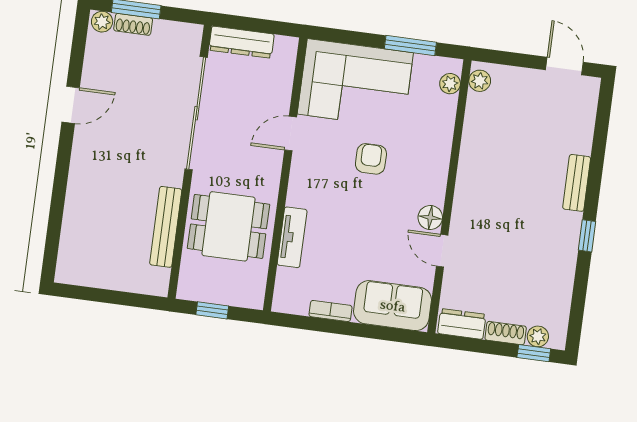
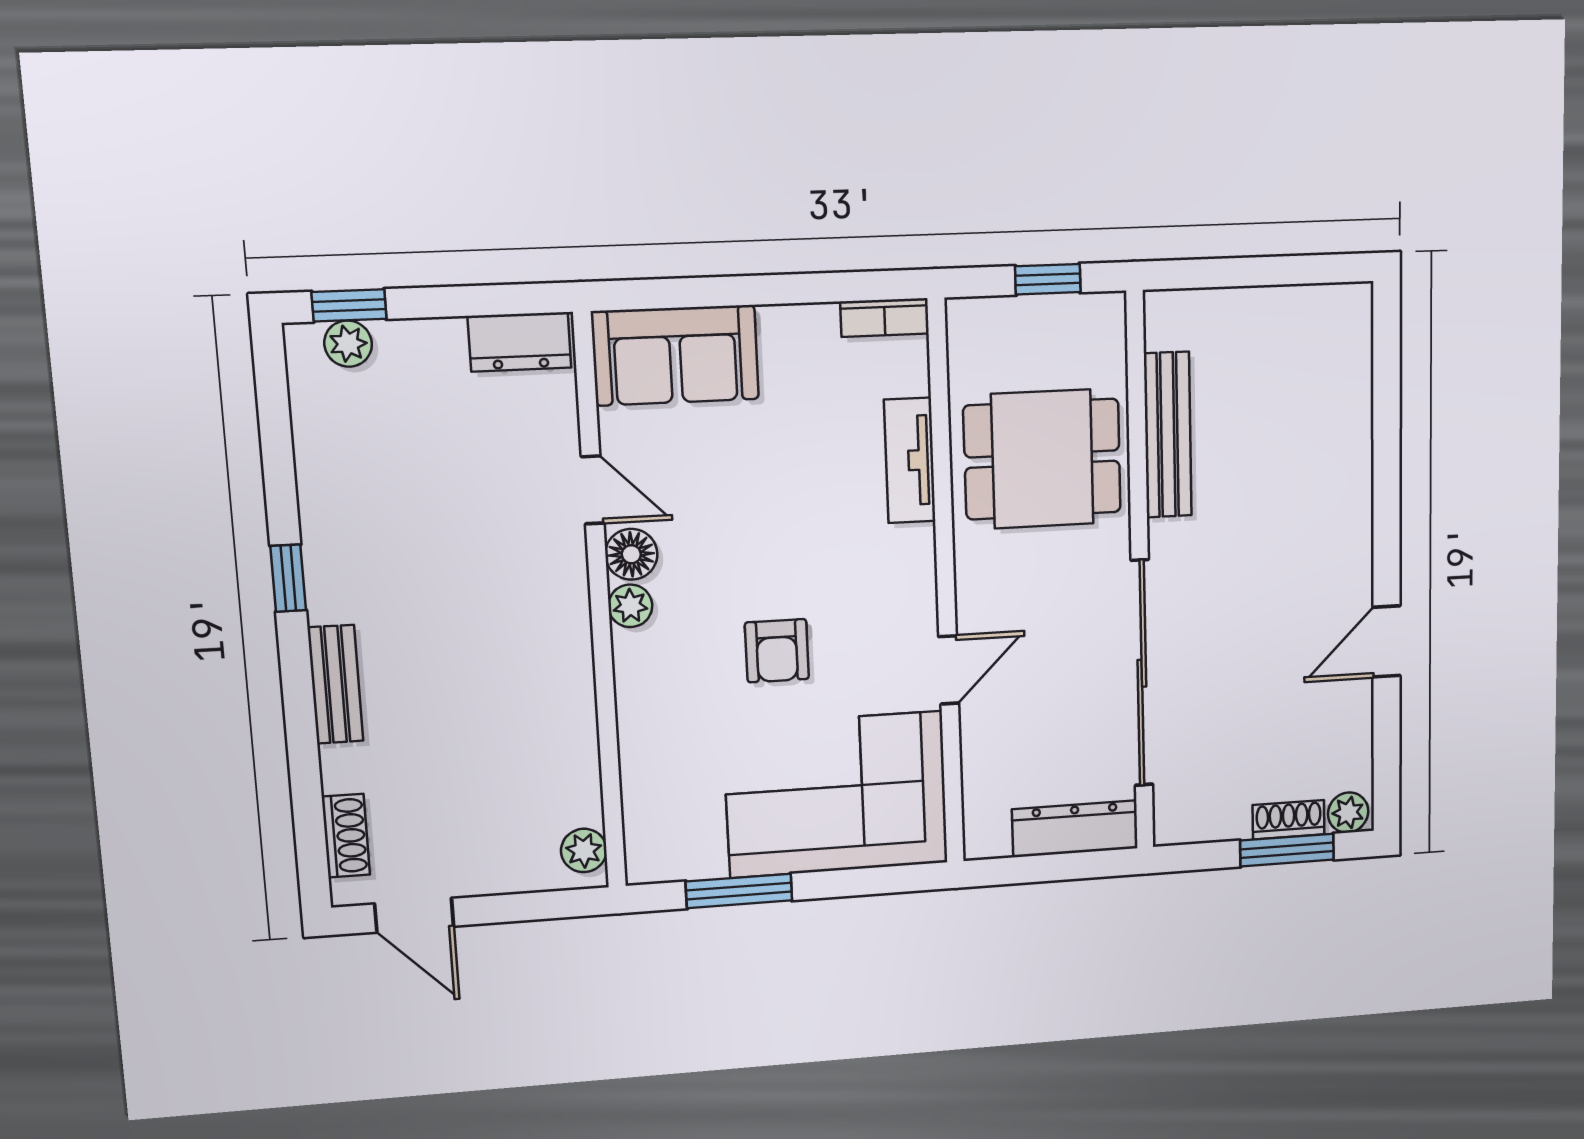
plant: (450, 84) -> (630, 606), moved
bookcase: (330, 311) -> (885, 318), moved
shoe rack: (506, 333) -> (346, 836), moved, turned -90

